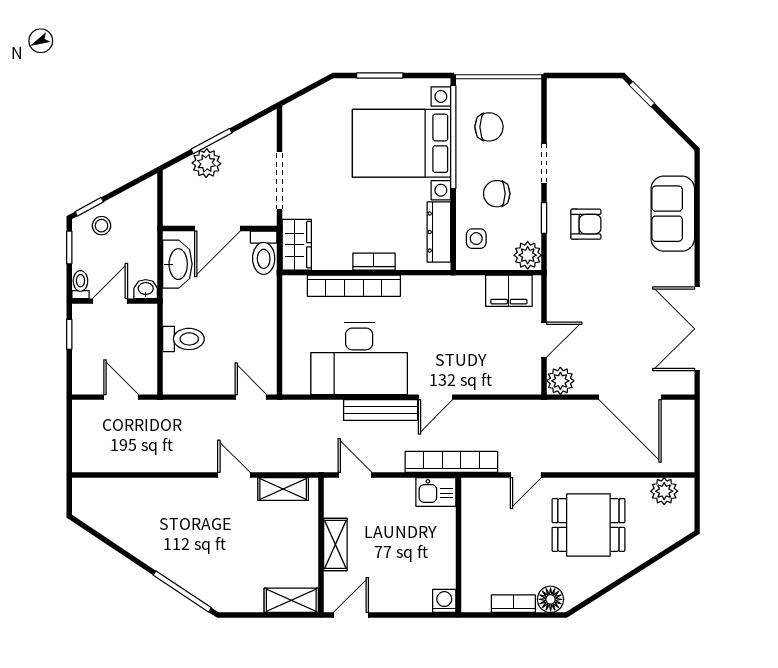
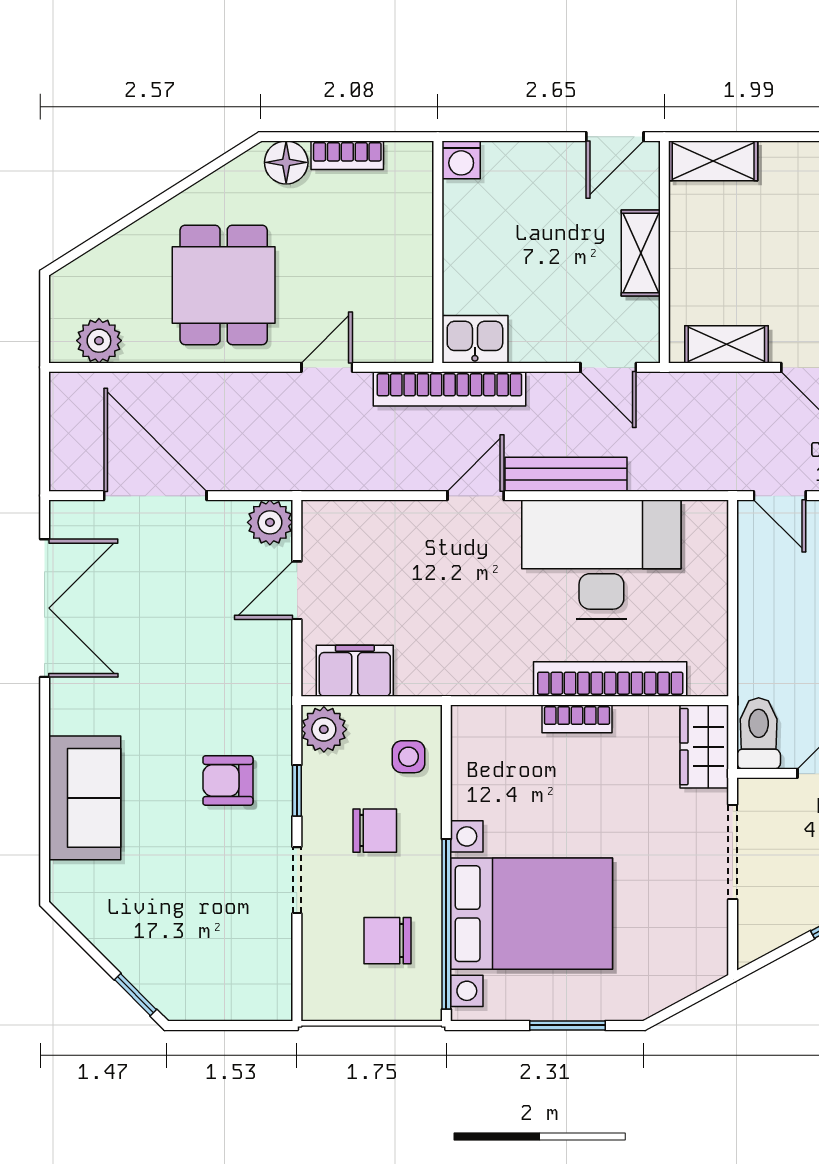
dresser: (439, 232) -> (470, 768), removed
dining table: (588, 525) -> (224, 285), turned 90

